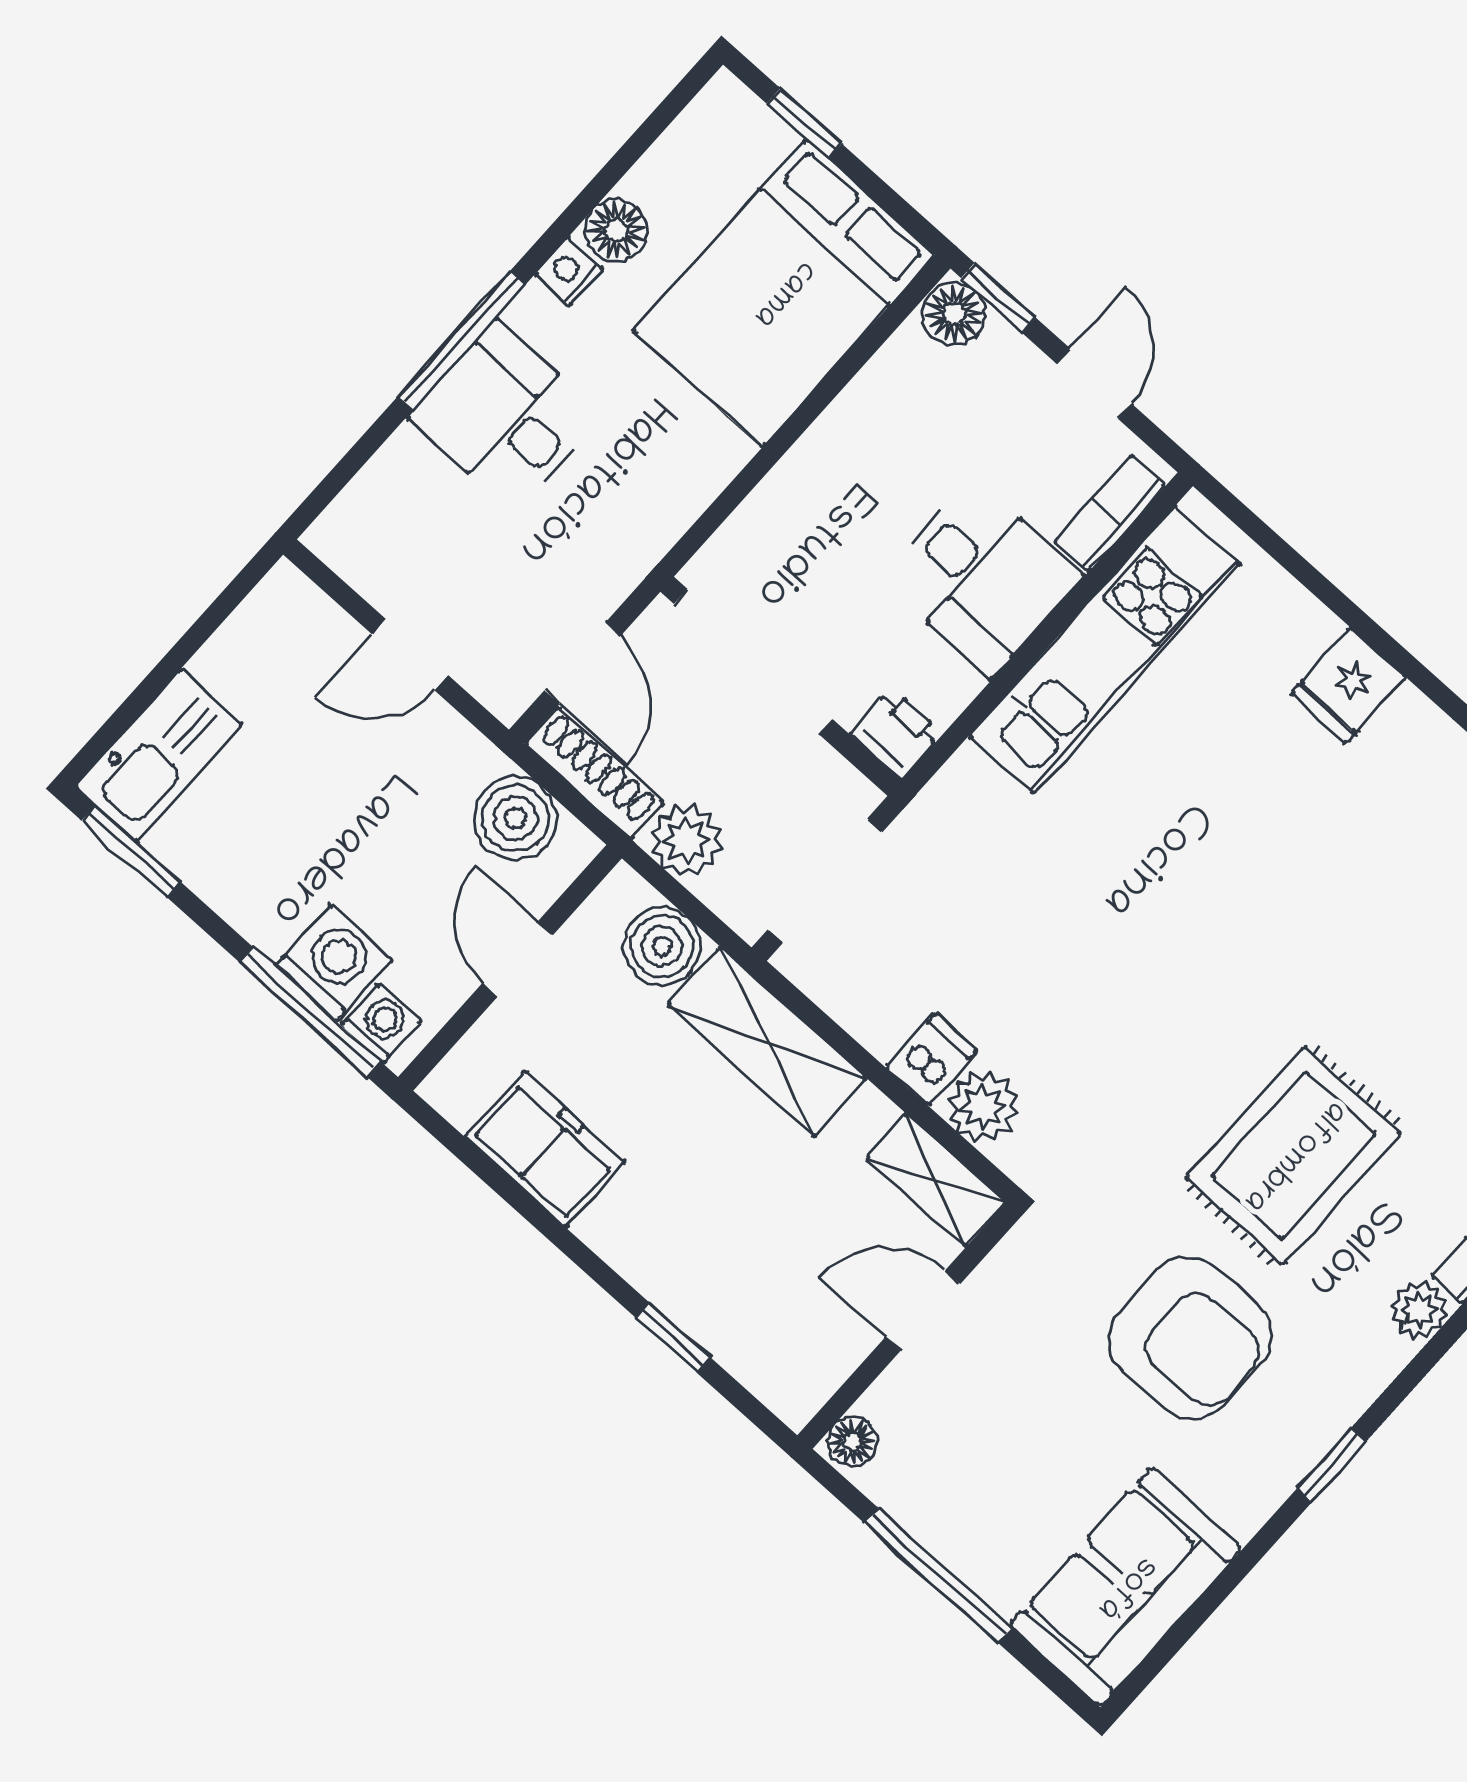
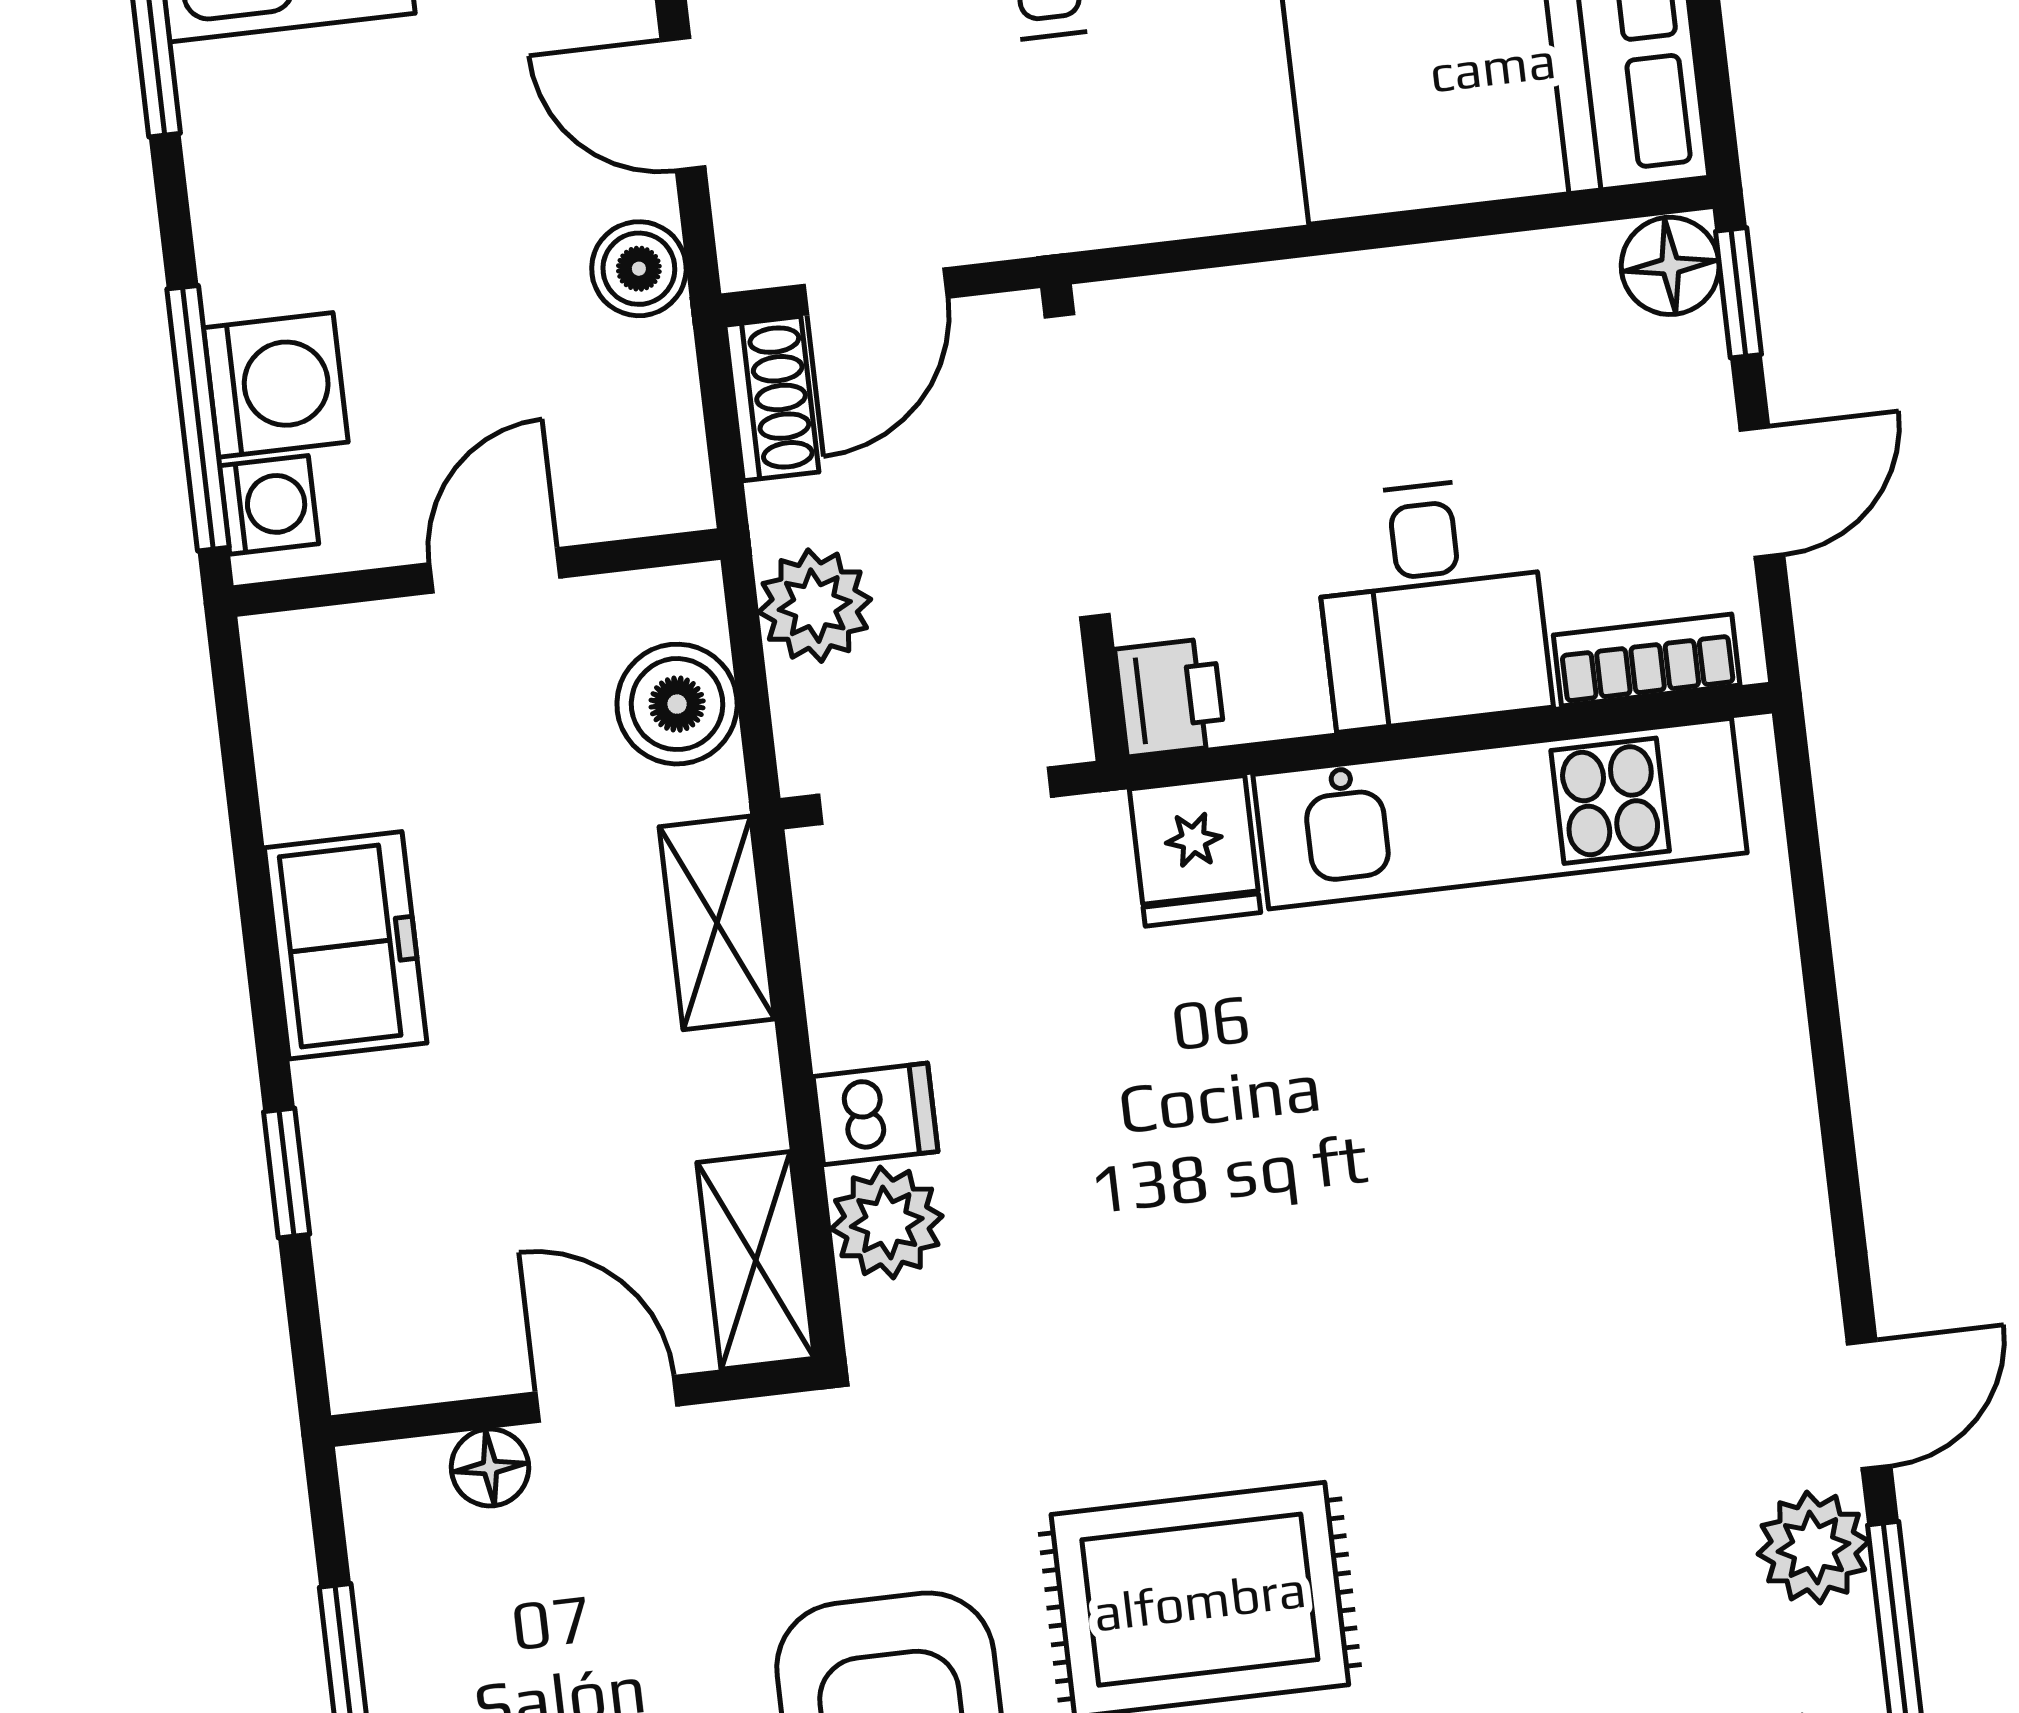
fridge: (1349, 685) -> (1195, 851), moved, turned -90
shoe rack: (594, 773) -> (772, 399), width x0.70
boiler: (515, 818) -> (639, 269), moved, width x0.73, depth x0.73
shelving: (767, 1042) -> (717, 923), width x0.67, depth x0.75
freezer: (545, 1149) -> (346, 945), moved
floor lamp: (852, 1442) -> (490, 1467), moved

